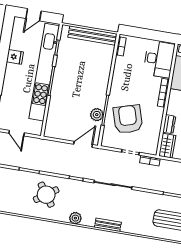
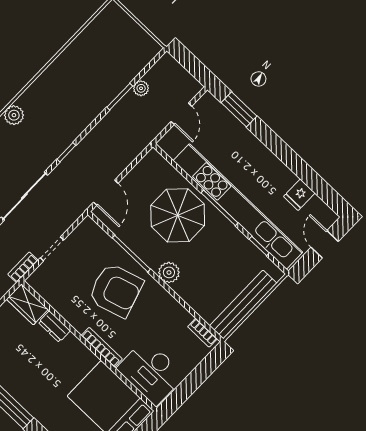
fridge: (15, 57) -> (299, 195), moved
parasol: (70, 100) -> (178, 215), added
plant: (97, 115) -> (169, 272), moved
armchair: (128, 119) -> (116, 290), moved
door: (17, 133) -> (181, 114), swing flipped
plant: (18, 163) -> (141, 88), added
round table: (46, 195) -> (72, 97), removed

